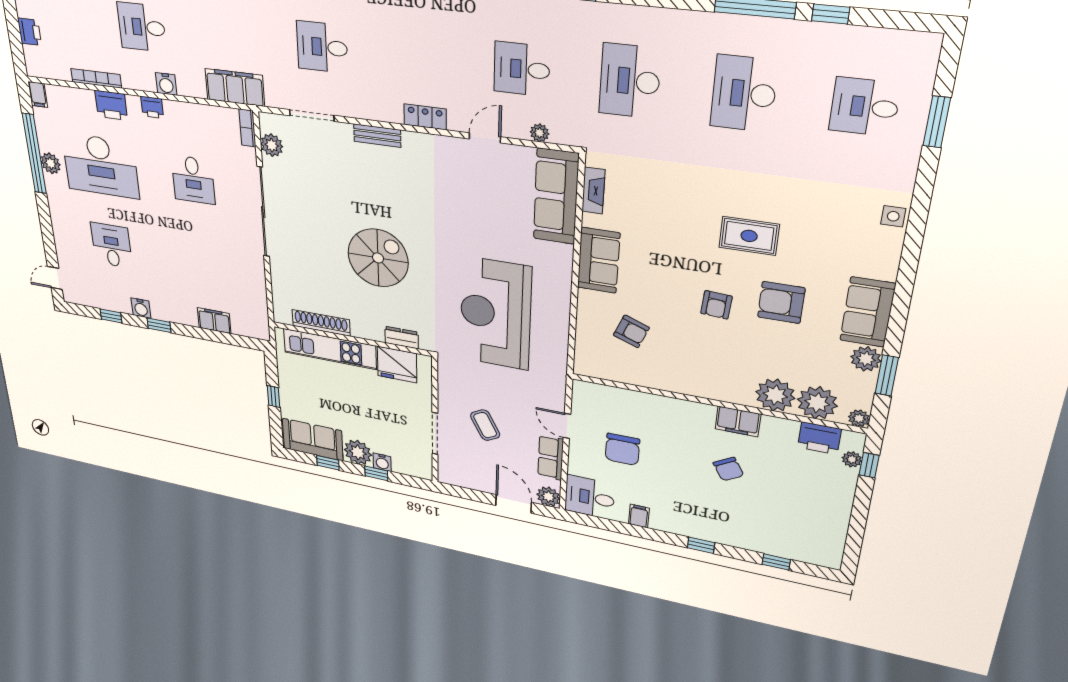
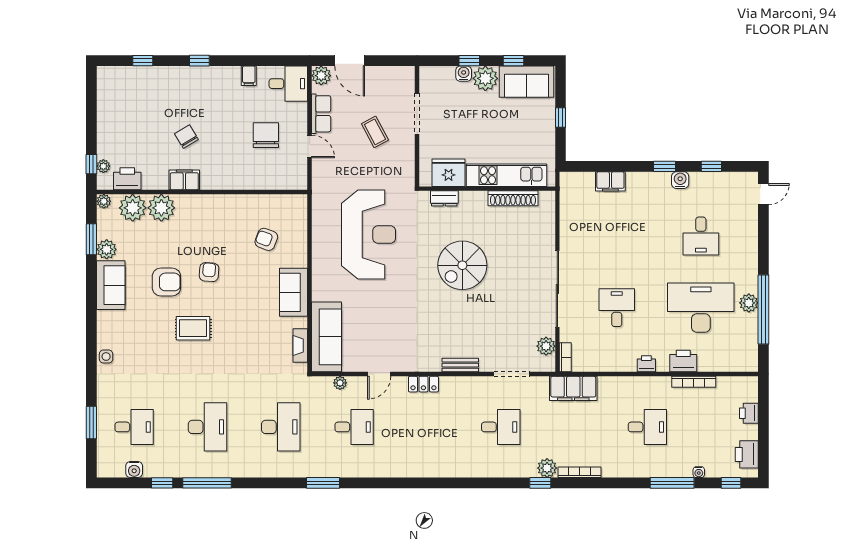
water cooler: (166, 84) -> (134, 470), moved, turned 180
filing cabinet: (38, 94) -> (751, 362), removed

